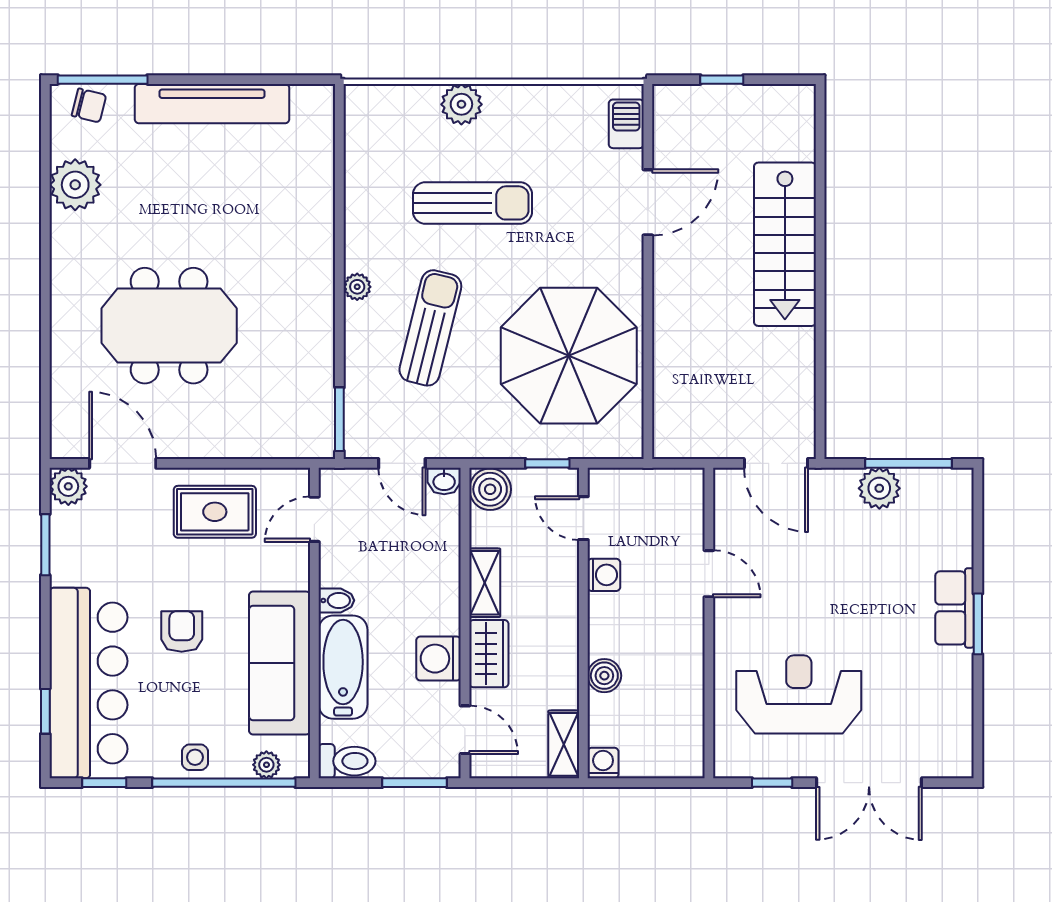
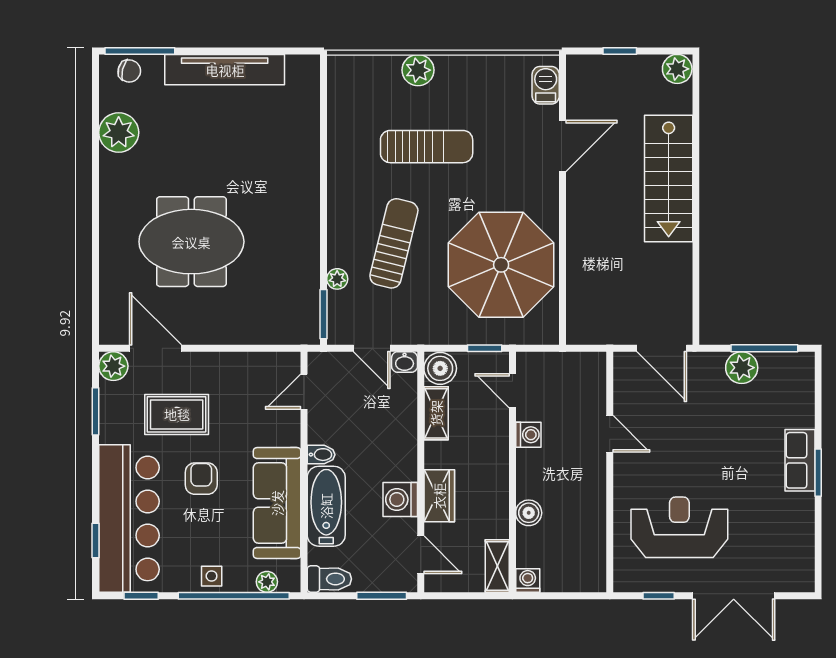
plant: (796, 103) -> (677, 69), added
plant: (357, 287) -> (337, 279), moved
rug: (215, 512) -> (177, 414), moved
shelving: (485, 583) -> (436, 413), moved

